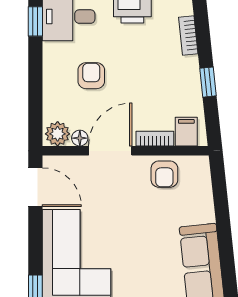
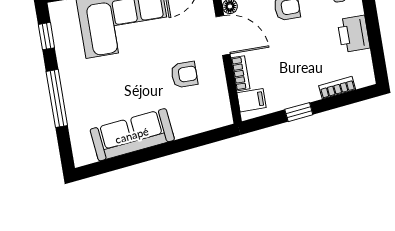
armchair: (164, 174) -> (184, 75), moved, turned 180

